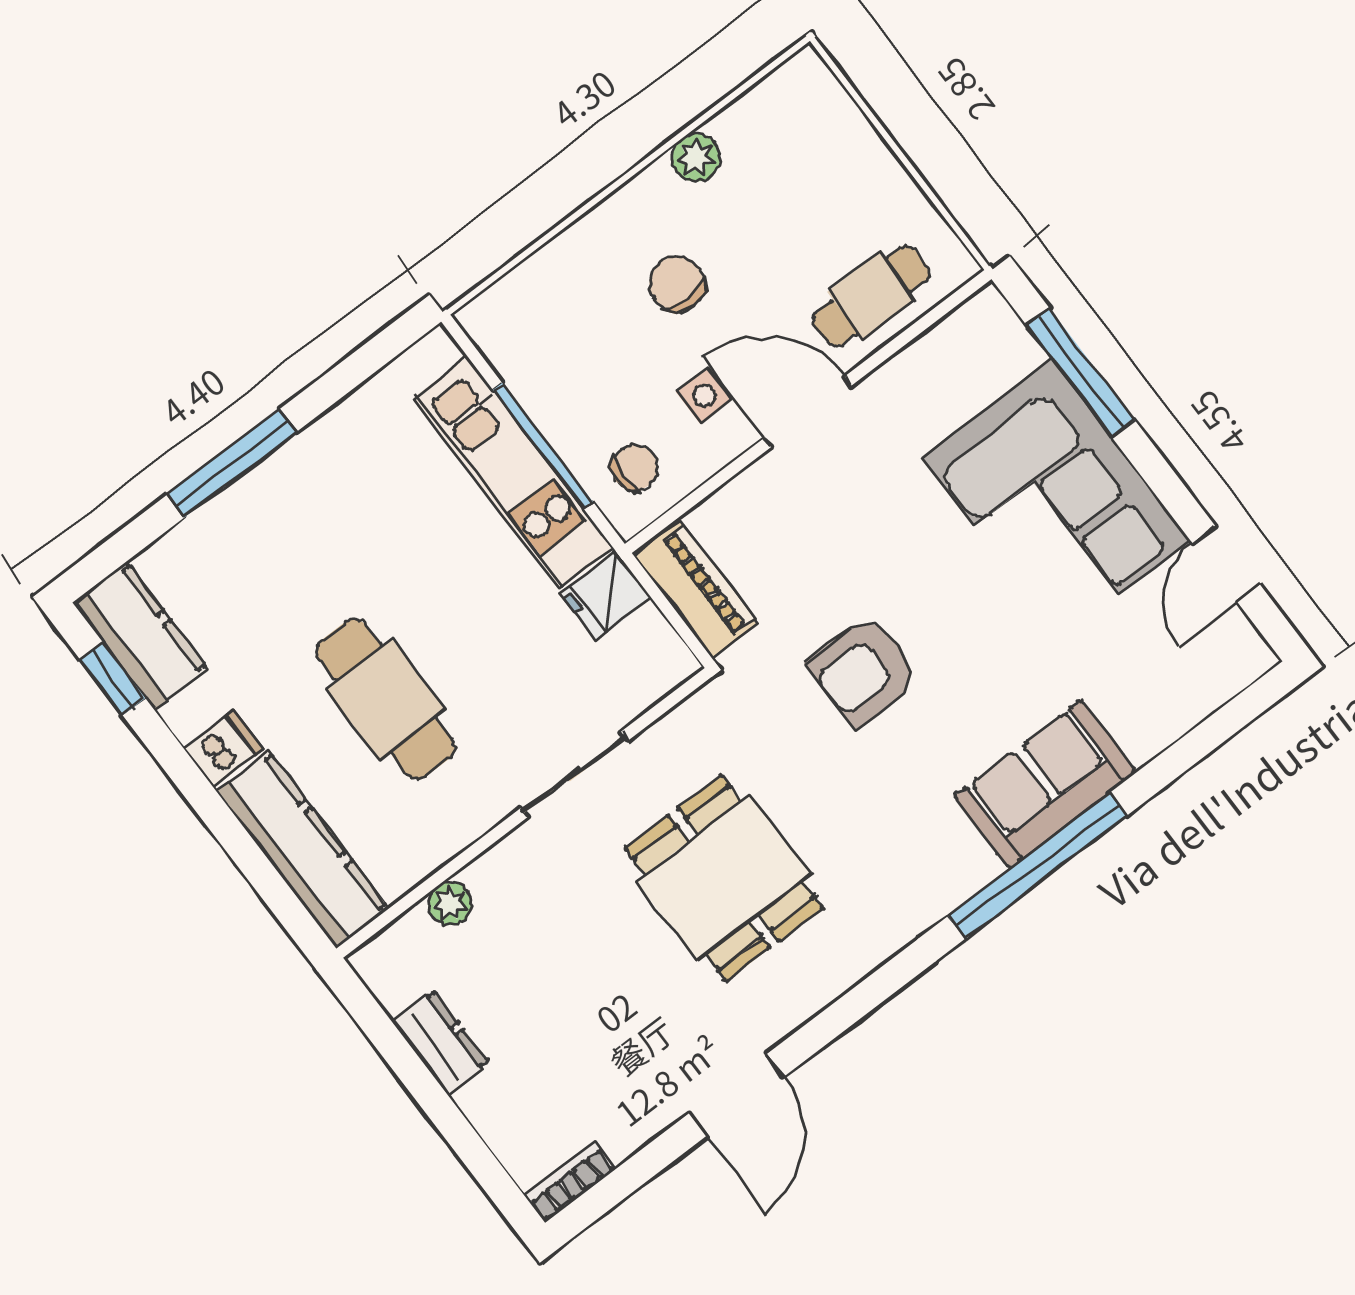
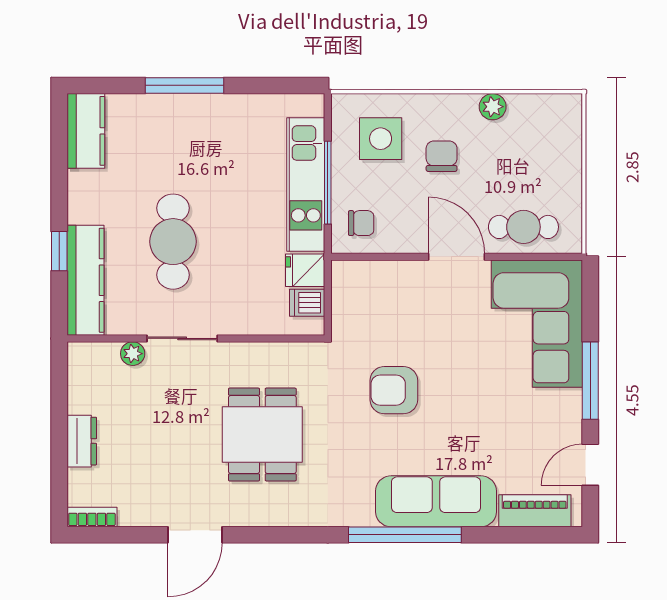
window: (1081, 373) -> (590, 381), moved
side table: (704, 395) -> (381, 139), moved, width x1.87, depth x1.87
corner sofa: (1056, 499) -> (537, 324), moved
piano: (696, 590) -> (535, 511), moved, turned -90
window: (113, 679) -> (59, 251), moved
dishwasher: (224, 749) -> (307, 303), moved, turned 180
sliding door: (574, 775) -> (182, 338), moved
sofa: (1045, 784) -> (436, 501), width x1.36
dresser: (440, 1042) -> (82, 441), moved

